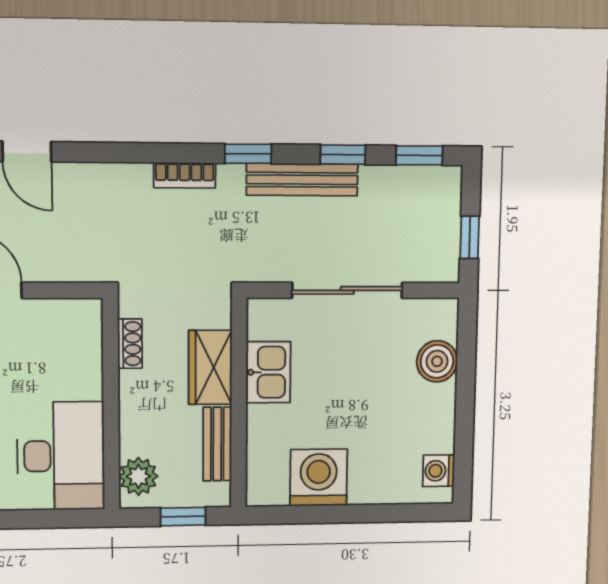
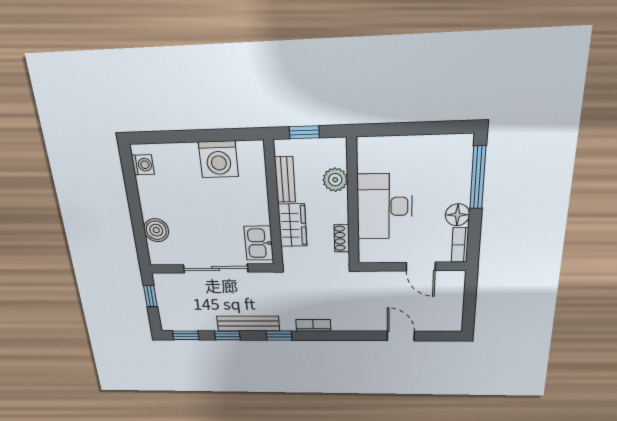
kitchen sink: (268, 372) -> (259, 243), moved
desk: (61, 456) -> (385, 207), moved
plant: (138, 476) -> (335, 180), moved

